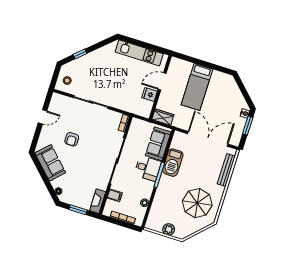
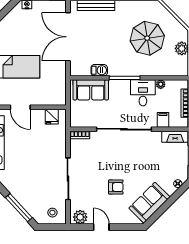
window: (80, 54) -> (19, 208), width x2.17
fridge: (149, 94) -> (52, 117), moved
plant: (56, 102) -> (80, 217), added
wardrobe: (163, 117) -> (60, 94), removed
barbecue: (173, 163) -> (99, 70), width x0.53, depth x0.65
desk: (148, 168) -> (143, 93), moved
parasol: (197, 203) -> (147, 38), moved

